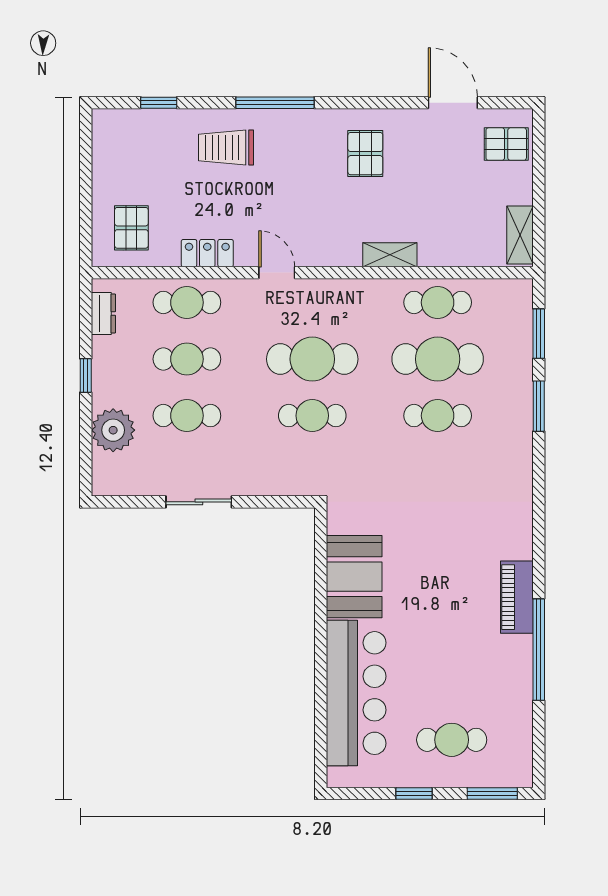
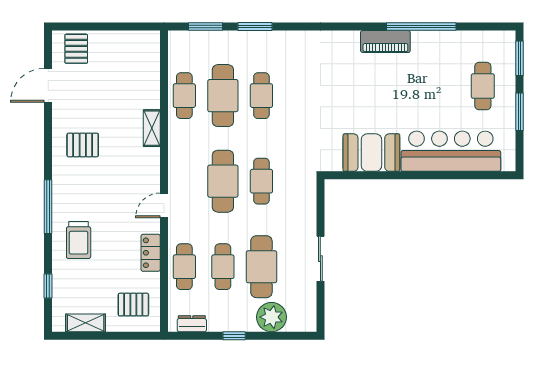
shelving: (520, 235) -> (86, 323), moved
cafe table: (187, 416) -> (261, 267), width x1.37, depth x1.35
window: (414, 793) -> (519, 112), width x1.50

